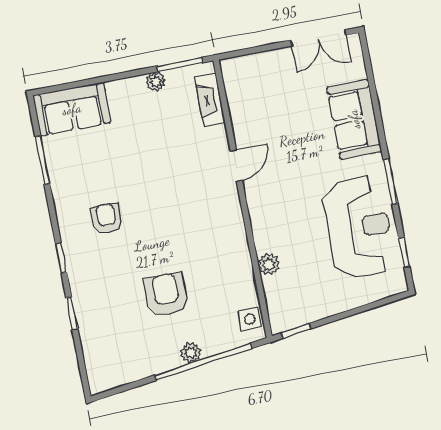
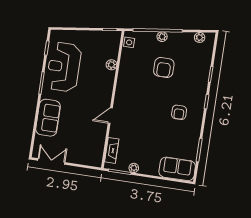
plant: (118, 376) -> (200, 37), added

